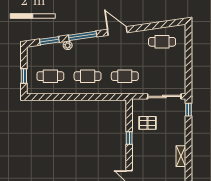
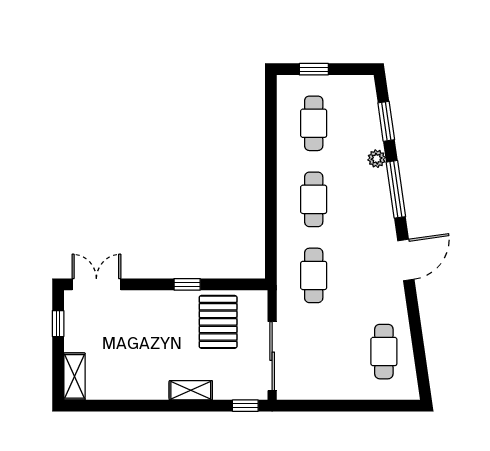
pallet: (148, 123) -> (218, 322), width x1.50, depth x1.42
shelving: (181, 156) -> (191, 390), moved

